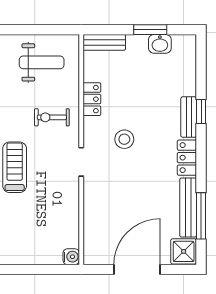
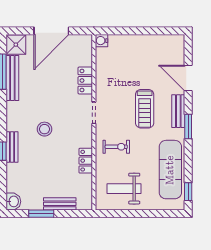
bench: (104, 42) -> (60, 204), moved
washbasin: (160, 44) -> (13, 201), moved, turned 90
stool: (124, 139) -> (44, 129), moved
locker: (187, 158) -> (85, 80), moved, turned 180

